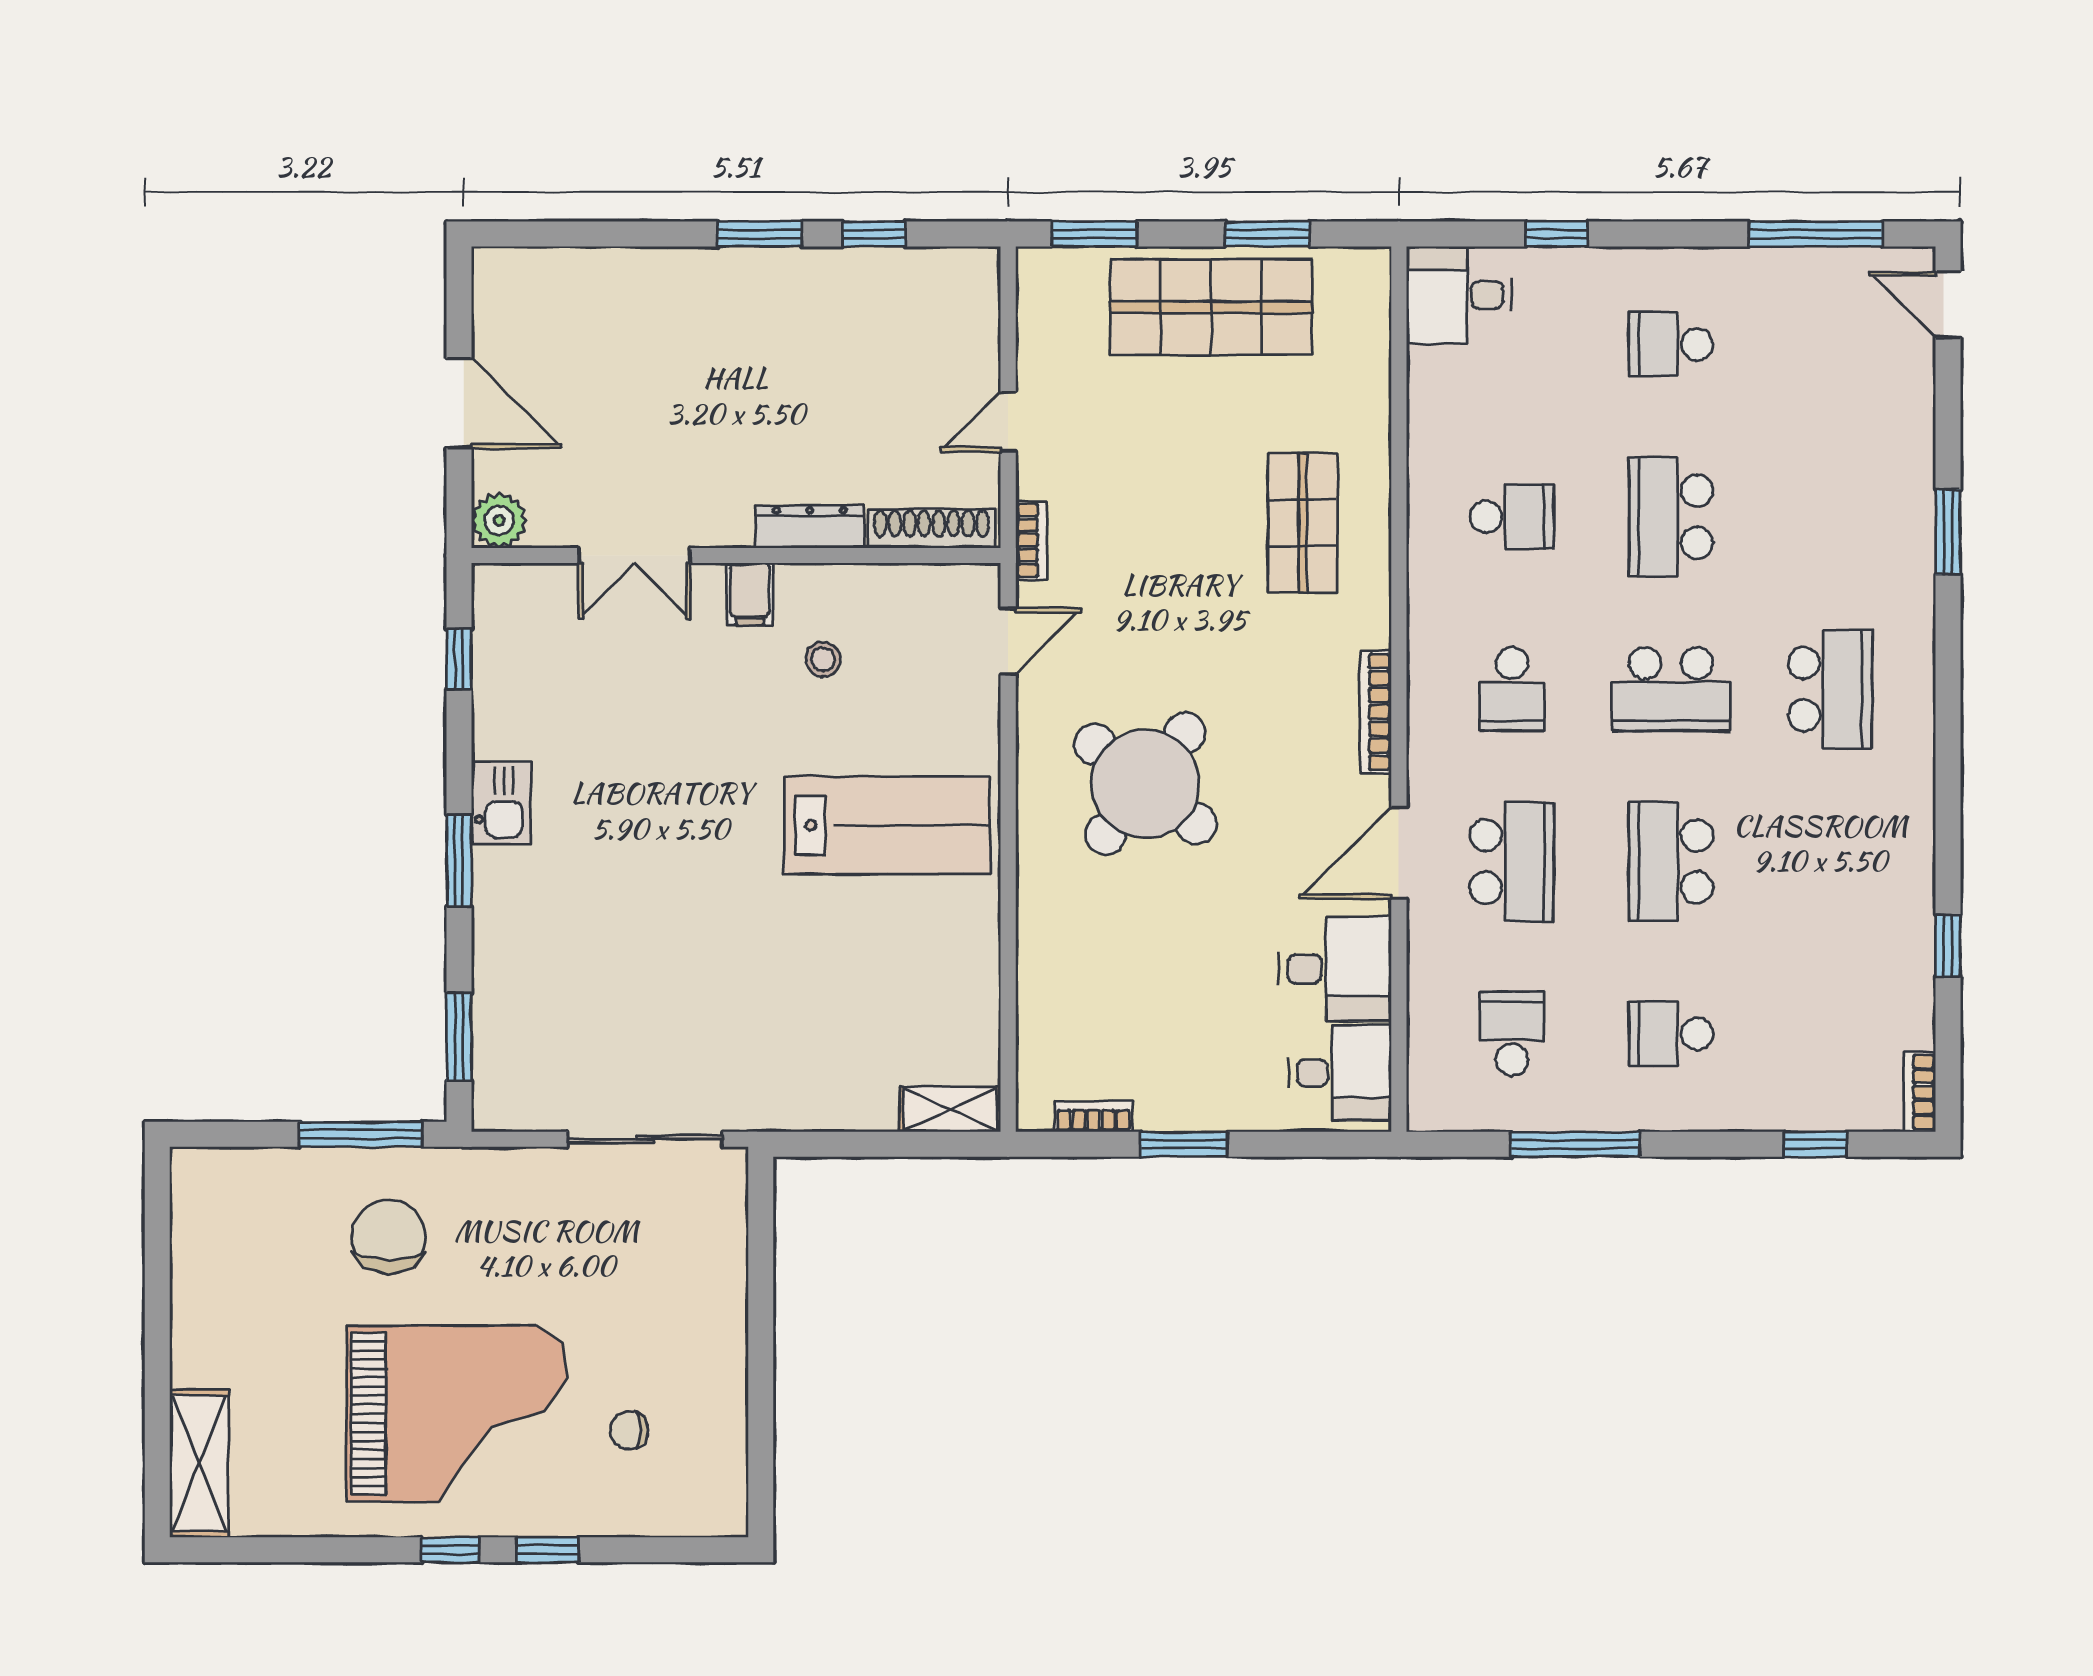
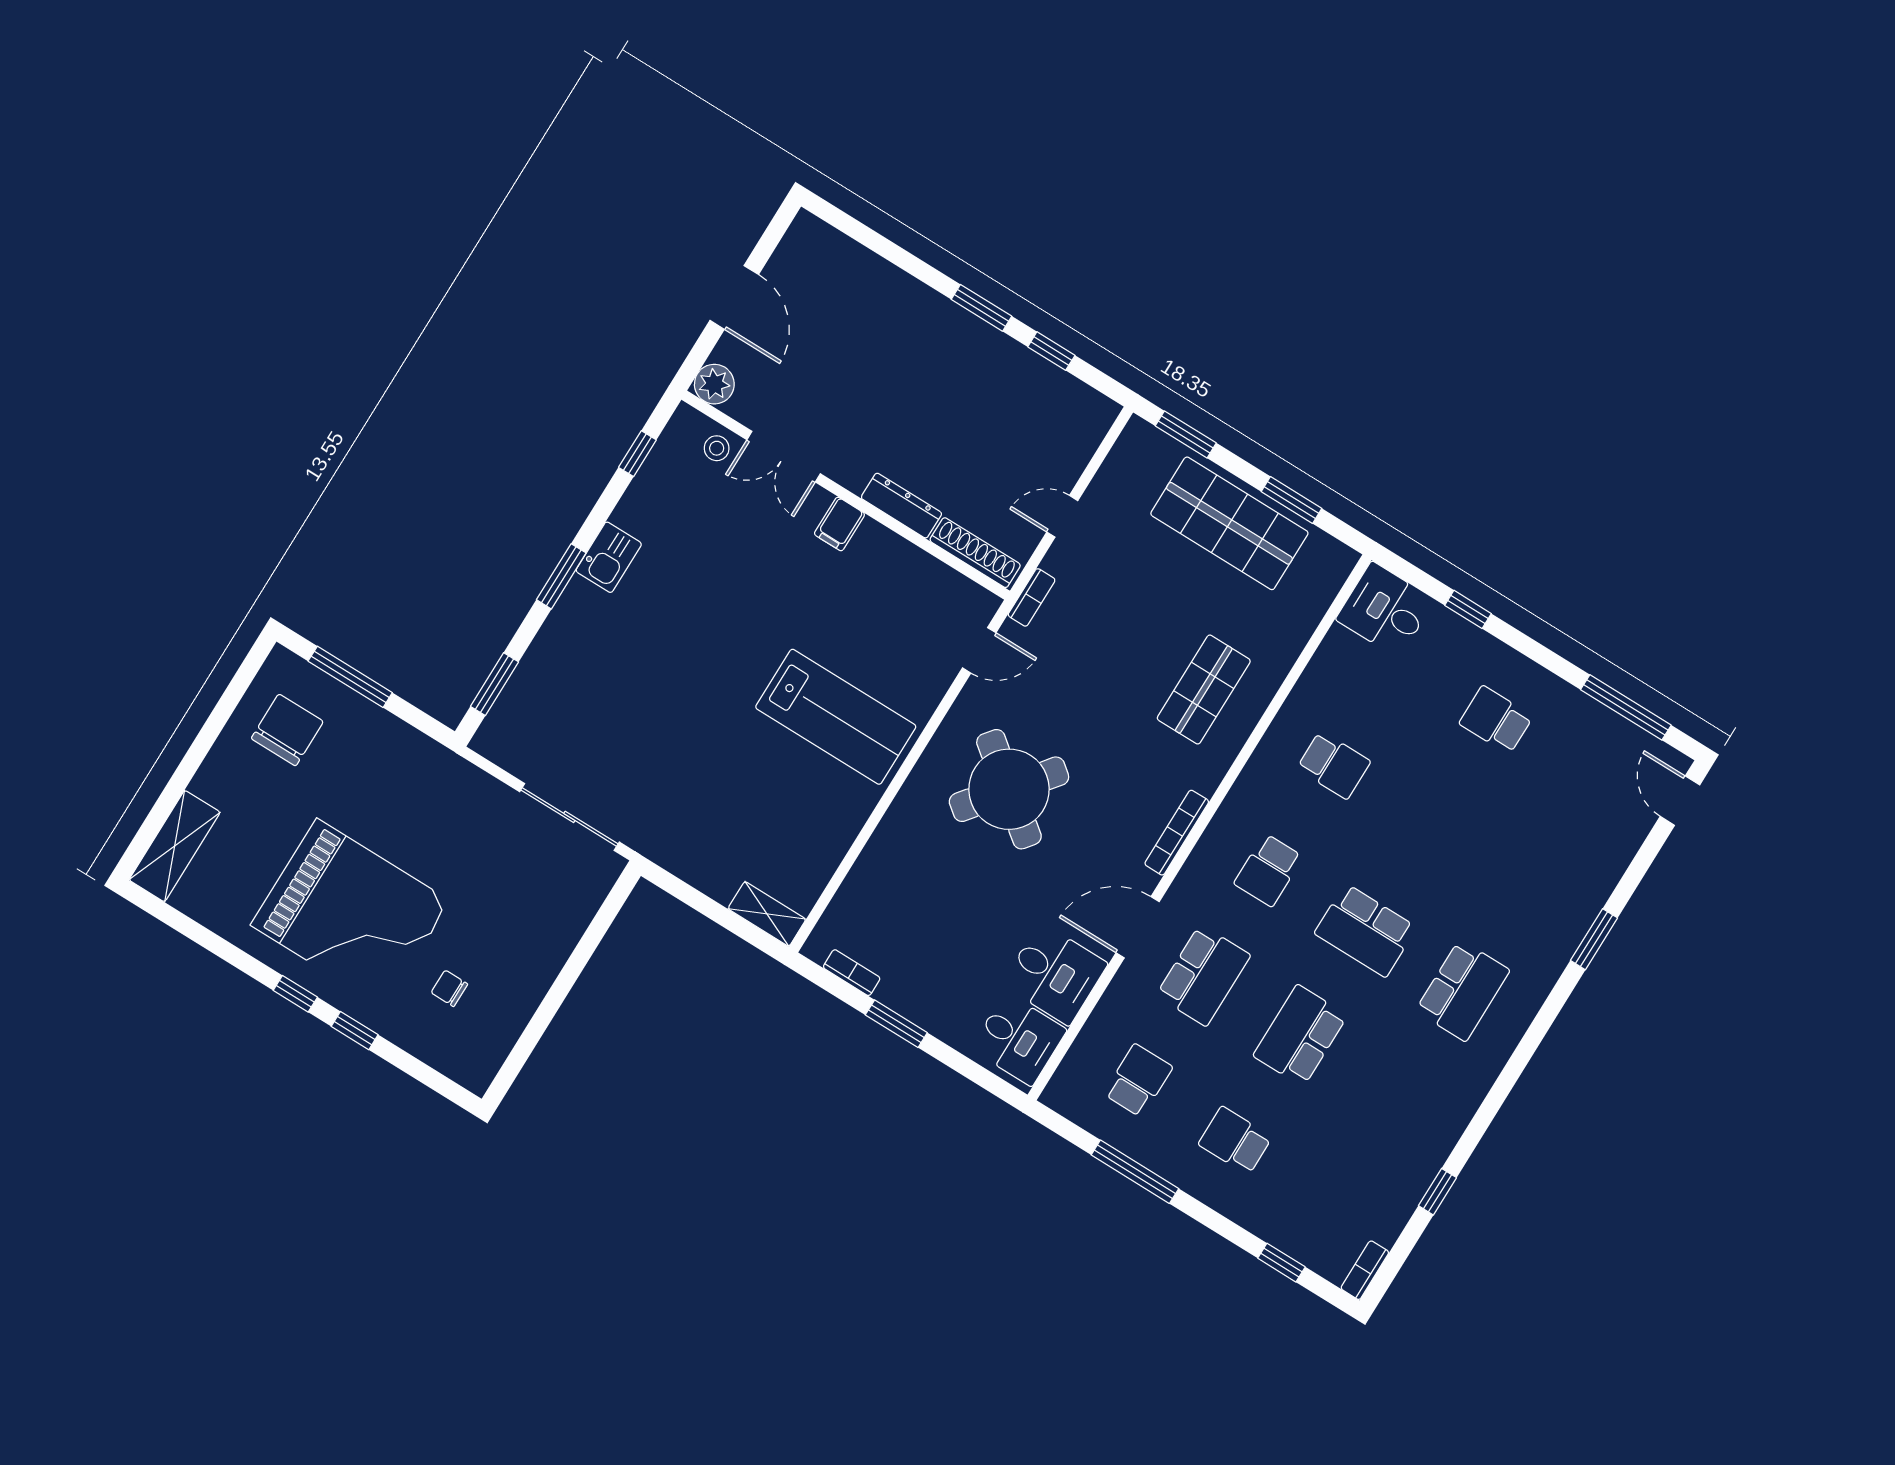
school desk: (1671, 517) -> (1431, 825), removed
stool: (823, 659) -> (717, 448), moved
window: (361, 1134) -> (350, 677), moved
chair: (389, 1237) -> (287, 730), moved

